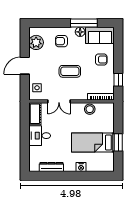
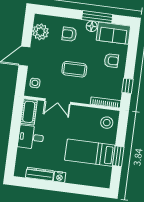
stool: (90, 109) -> (107, 123), moved
nightstand: (81, 167) -> (60, 177), moved

